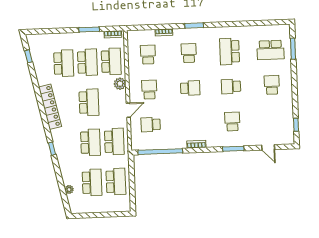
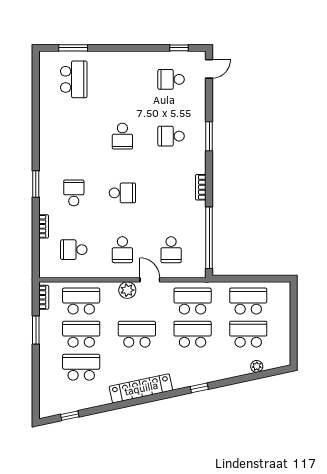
school desk: (230, 51) -> (74, 136), removed
school desk: (189, 53) -> (74, 193), turned 90
plant: (120, 84) -> (127, 290), moved
school desk: (272, 85) -> (171, 79), moved
school desk: (190, 88) -> (122, 193), turned 90
school desk: (149, 90) -> (122, 250), turned -90
door: (268, 147) -> (209, 69), moved

